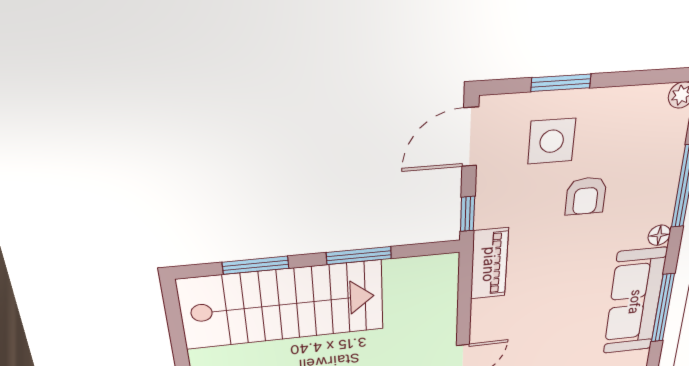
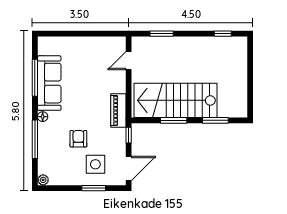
stairs: (283, 305) -> (176, 100), moved

